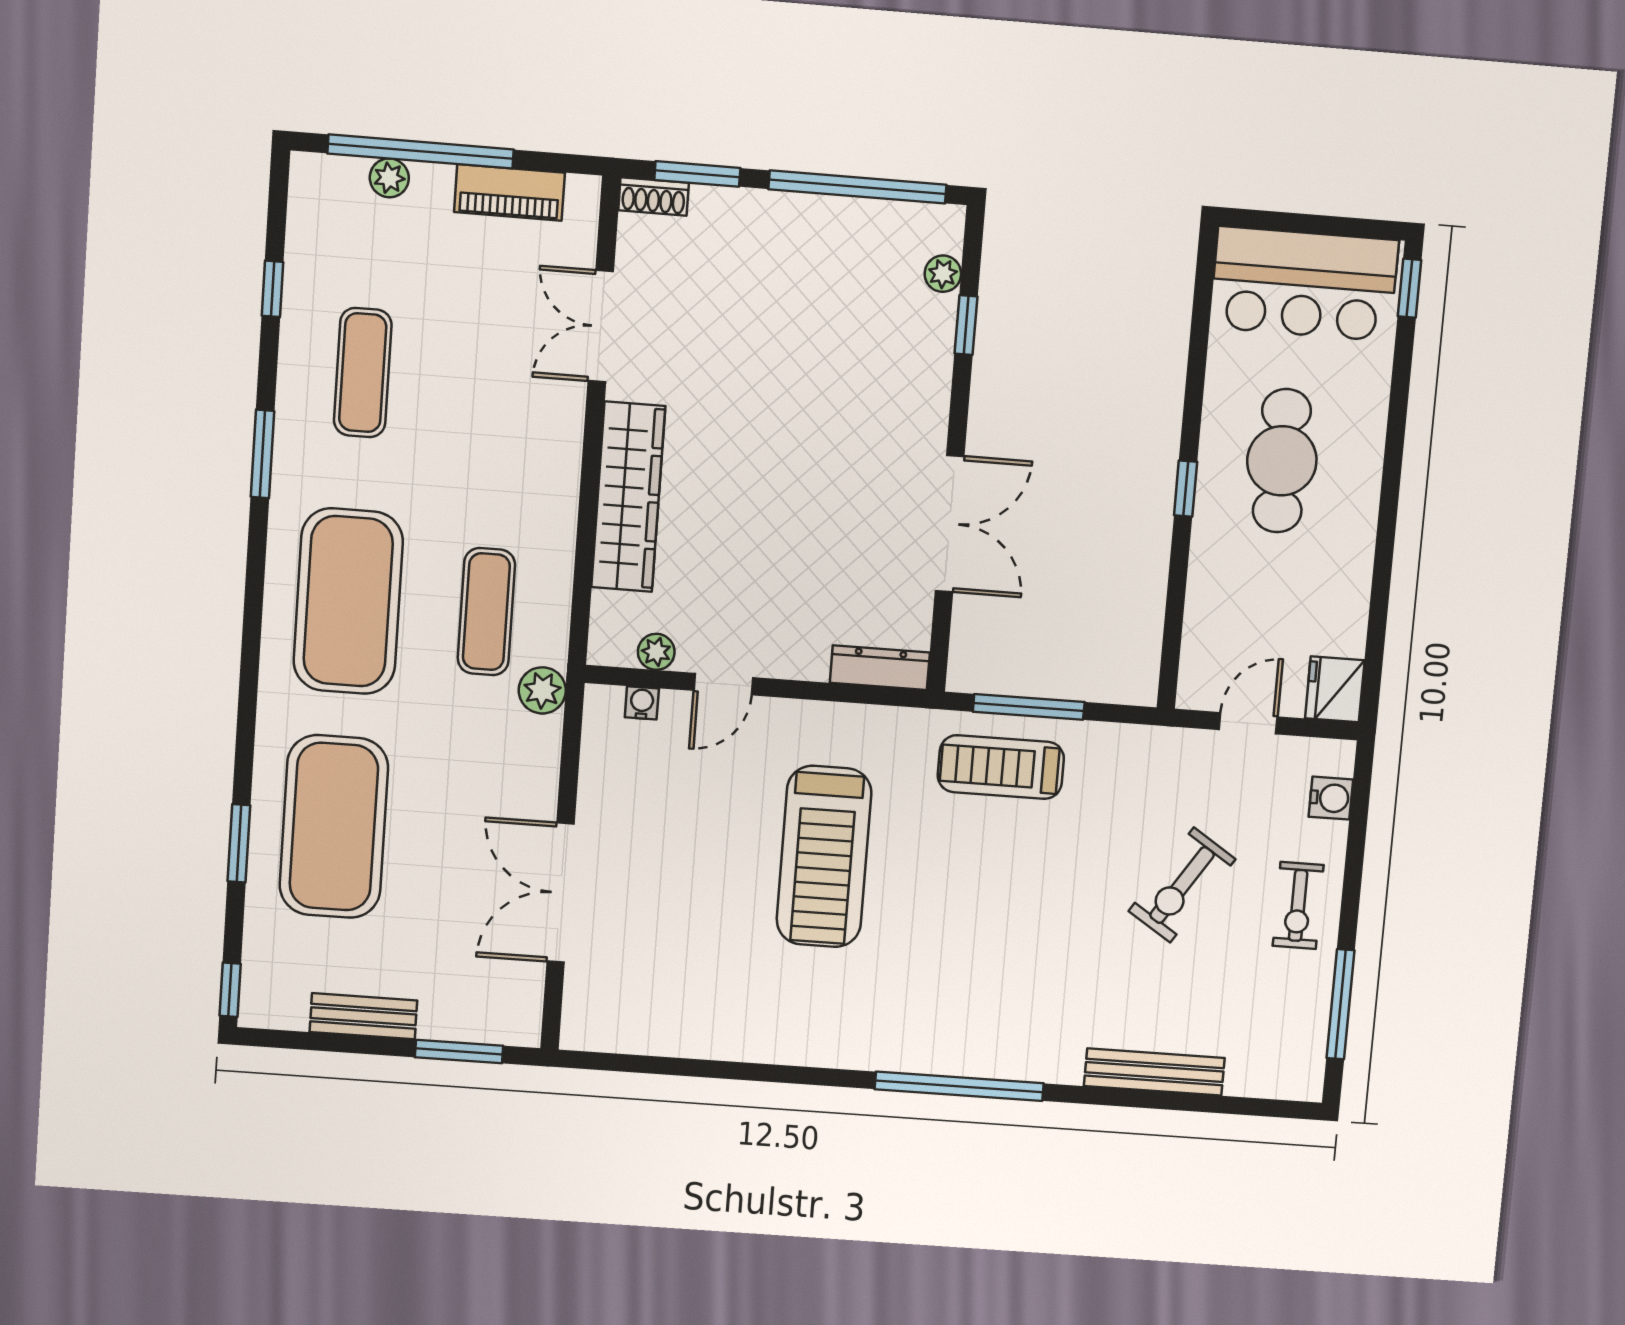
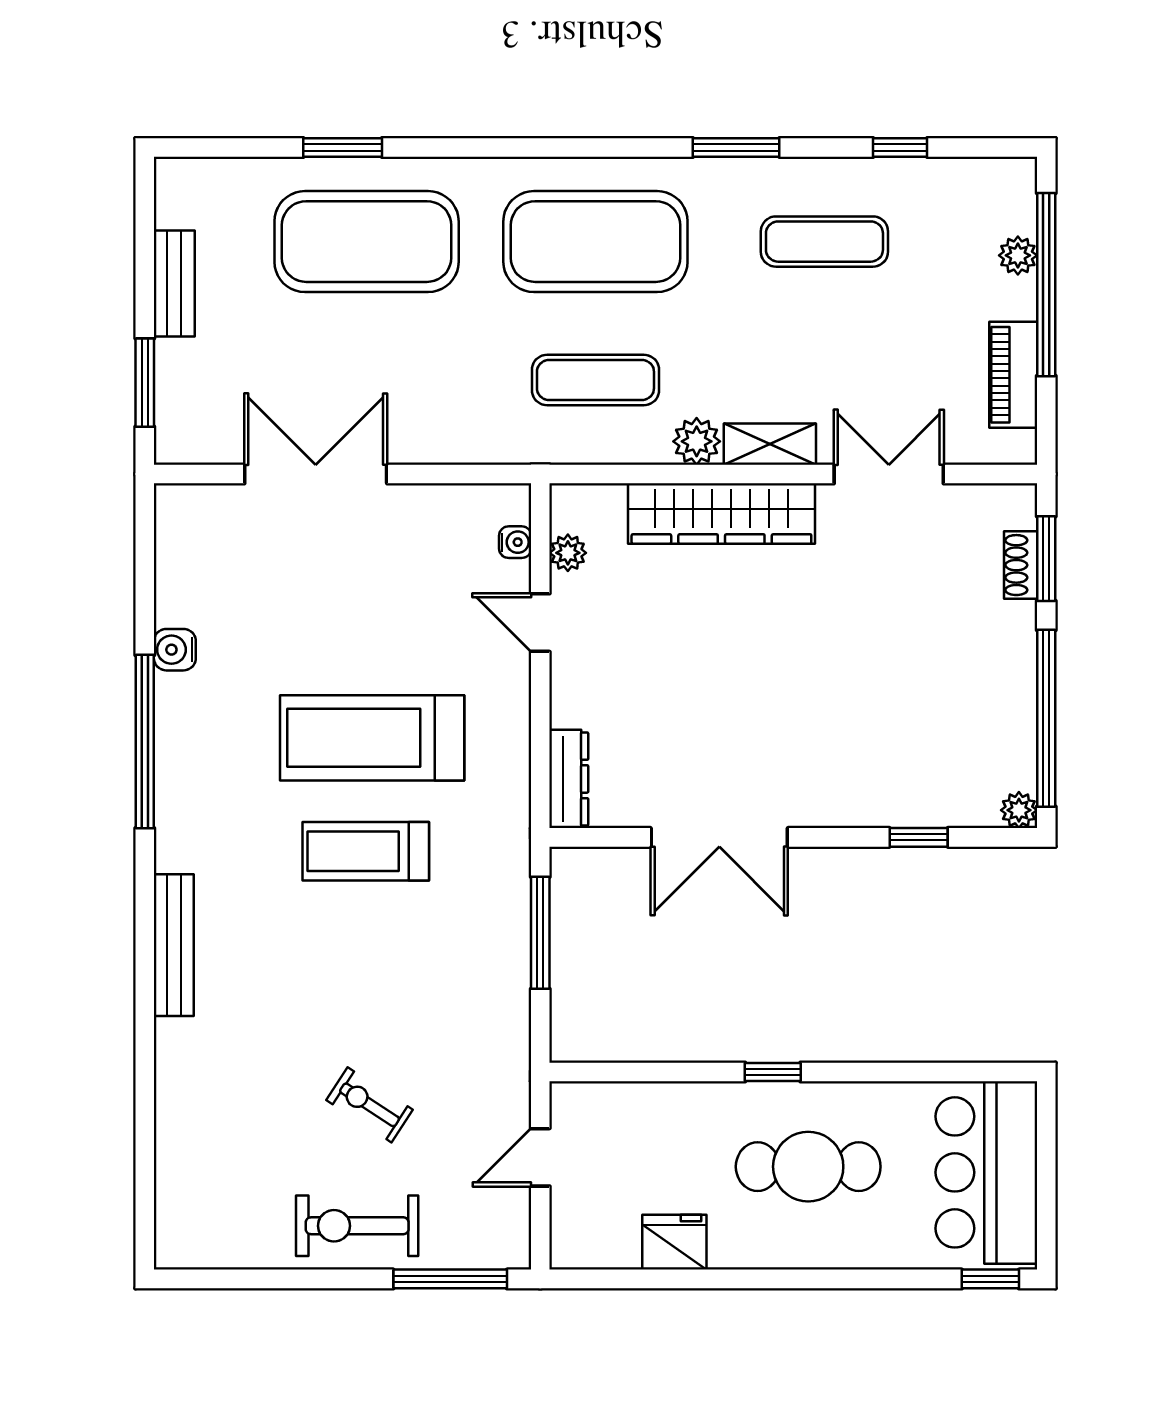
shoe rack: (654, 197) -> (1021, 565), moved
plant: (943, 274) -> (1019, 810), moved
shelving: (562, 443) -> (770, 444), added
fridge: (1335, 689) -> (674, 1242), moved
plant: (542, 690) -> (697, 441), moved
door: (1248, 723) -> (540, 1157), swing flipped
treadmill: (1001, 767) -> (366, 851), moved, turned -90
water cooler: (1331, 798) -> (175, 650), moved, turned 90
exercise bike: (1182, 885) -> (370, 1105), width x0.73, depth x0.72
exercise bike: (1298, 905) -> (357, 1226), width x1.38, depth x1.39
window: (230, 990) -> (192, 147), removed
window: (1340, 1004) -> (450, 1279), moved
bench: (1154, 1072) -> (174, 945), moved
window: (959, 1086) -> (145, 742), moved

